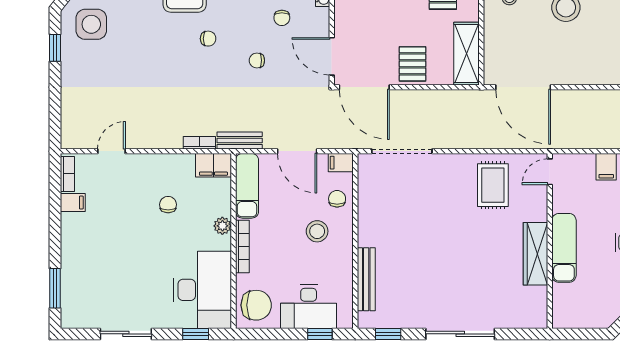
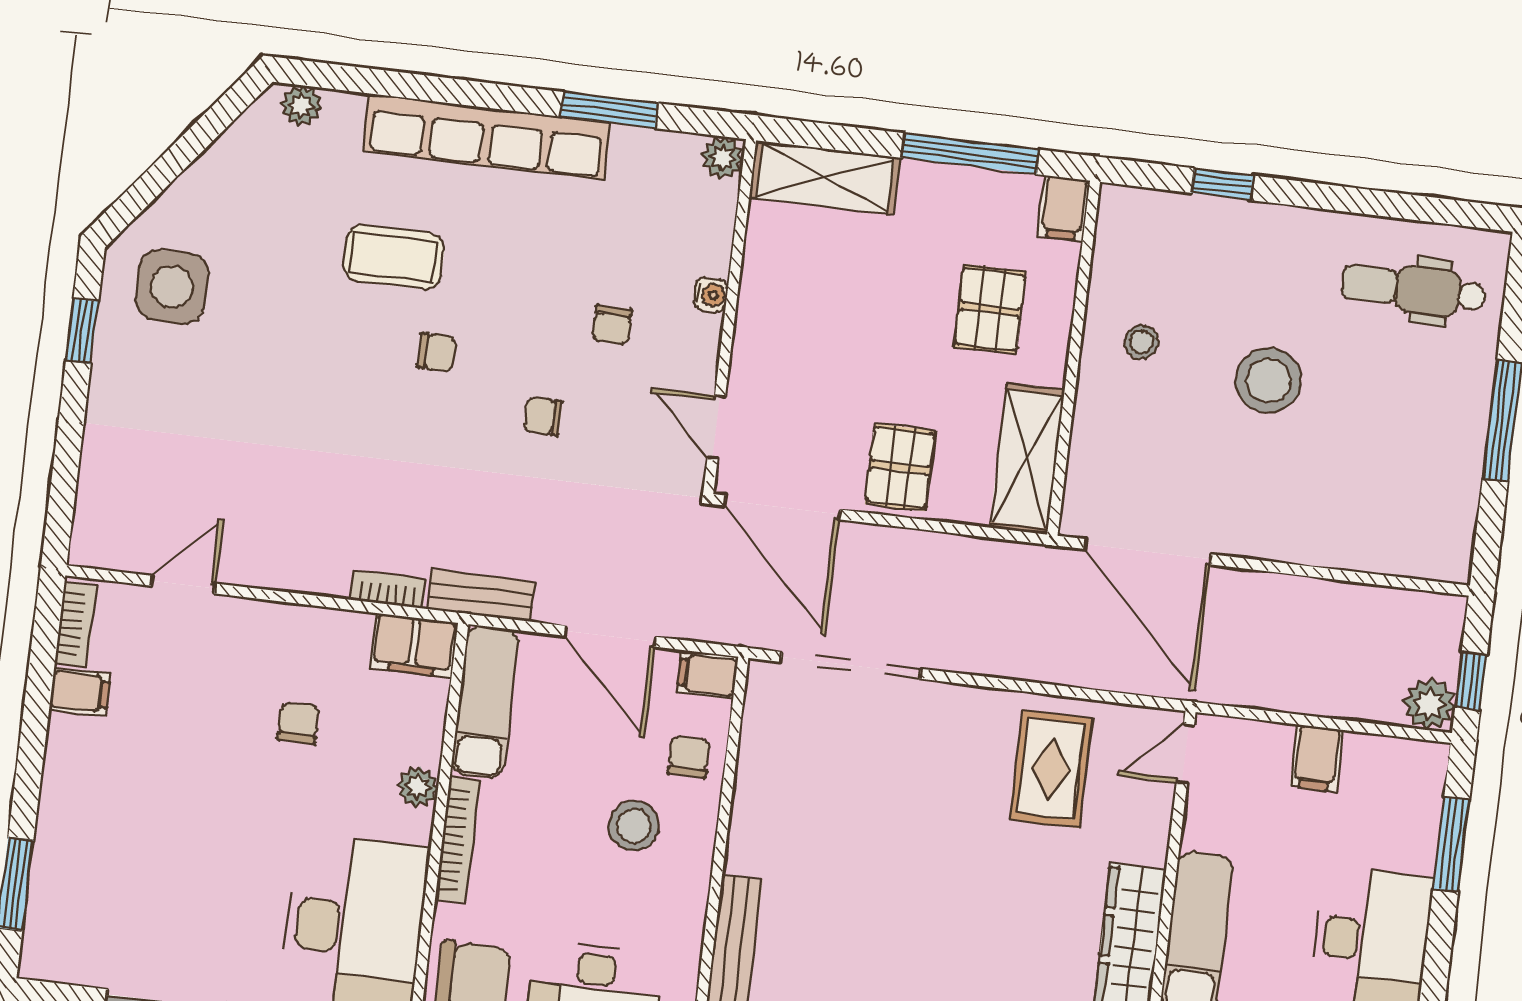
door: (332, 56) -> (716, 427), width x0.73

